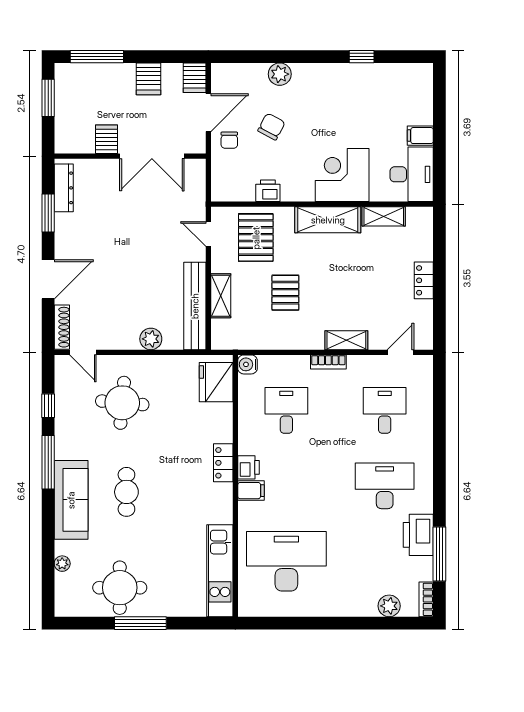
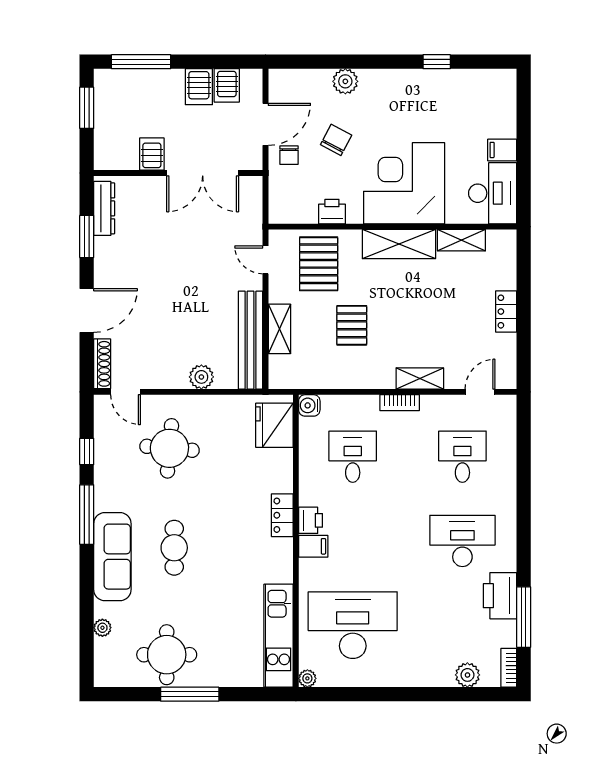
server rack: (195, 78) -> (227, 85), moved
corner desk: (342, 175) -> (404, 183), width x1.36, depth x1.36
plant: (246, 609) -> (307, 678), added

